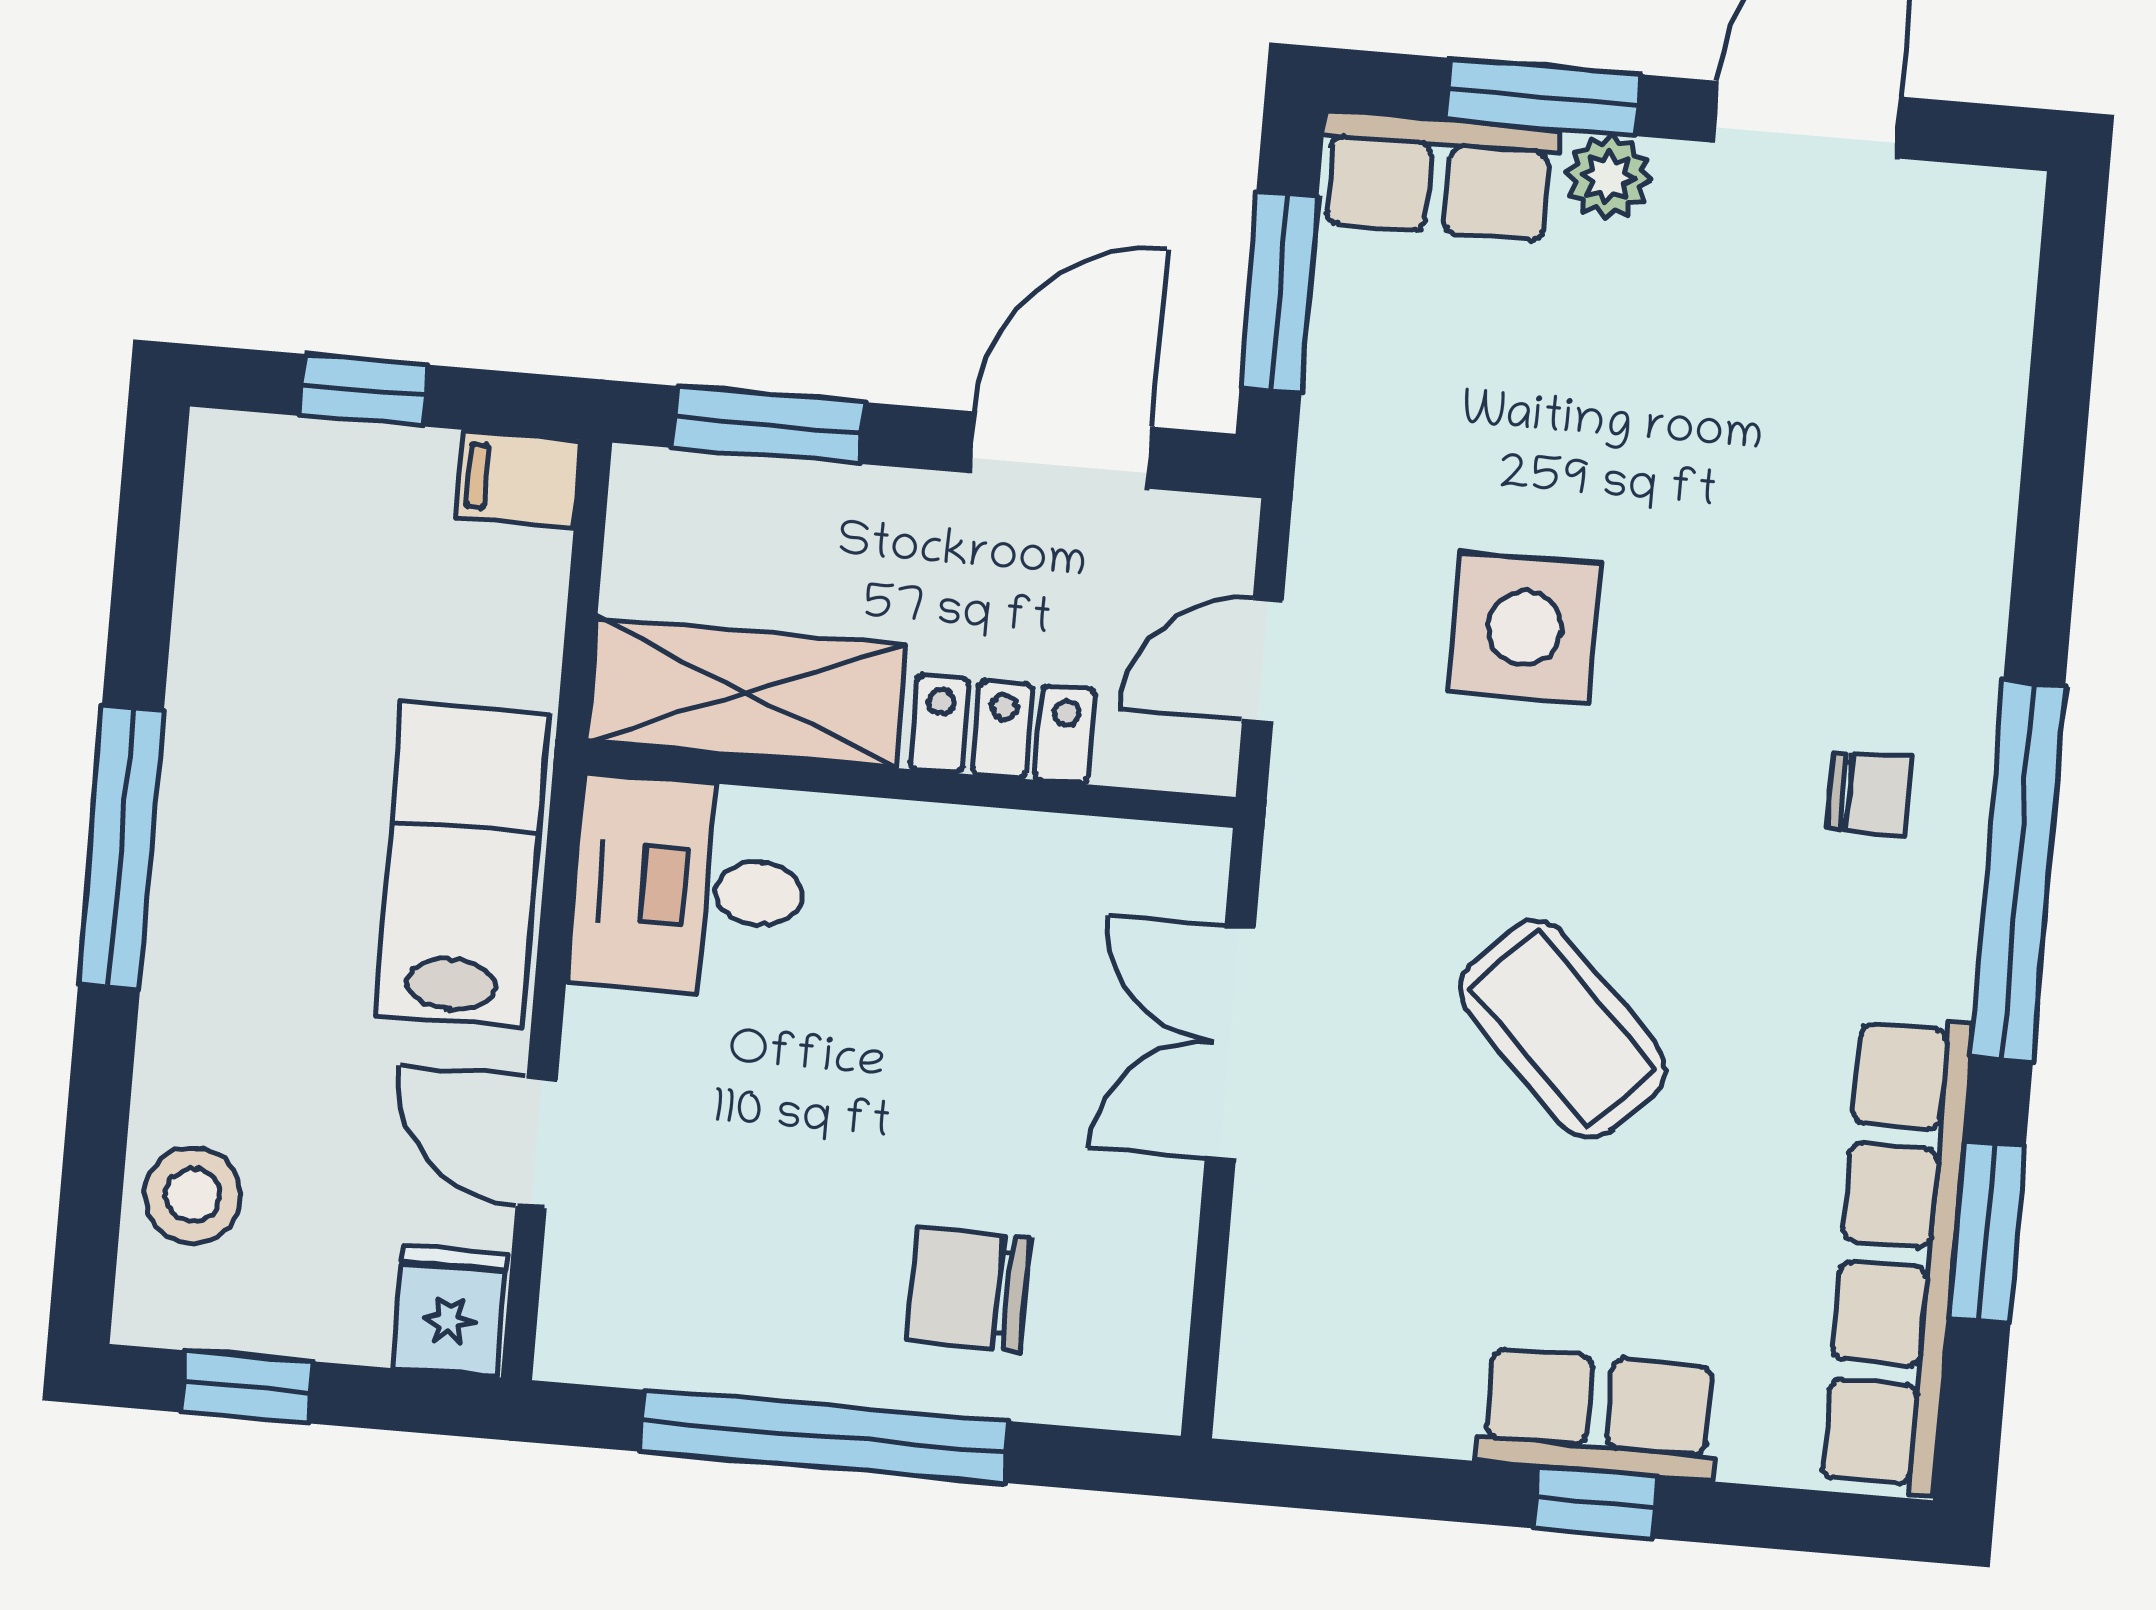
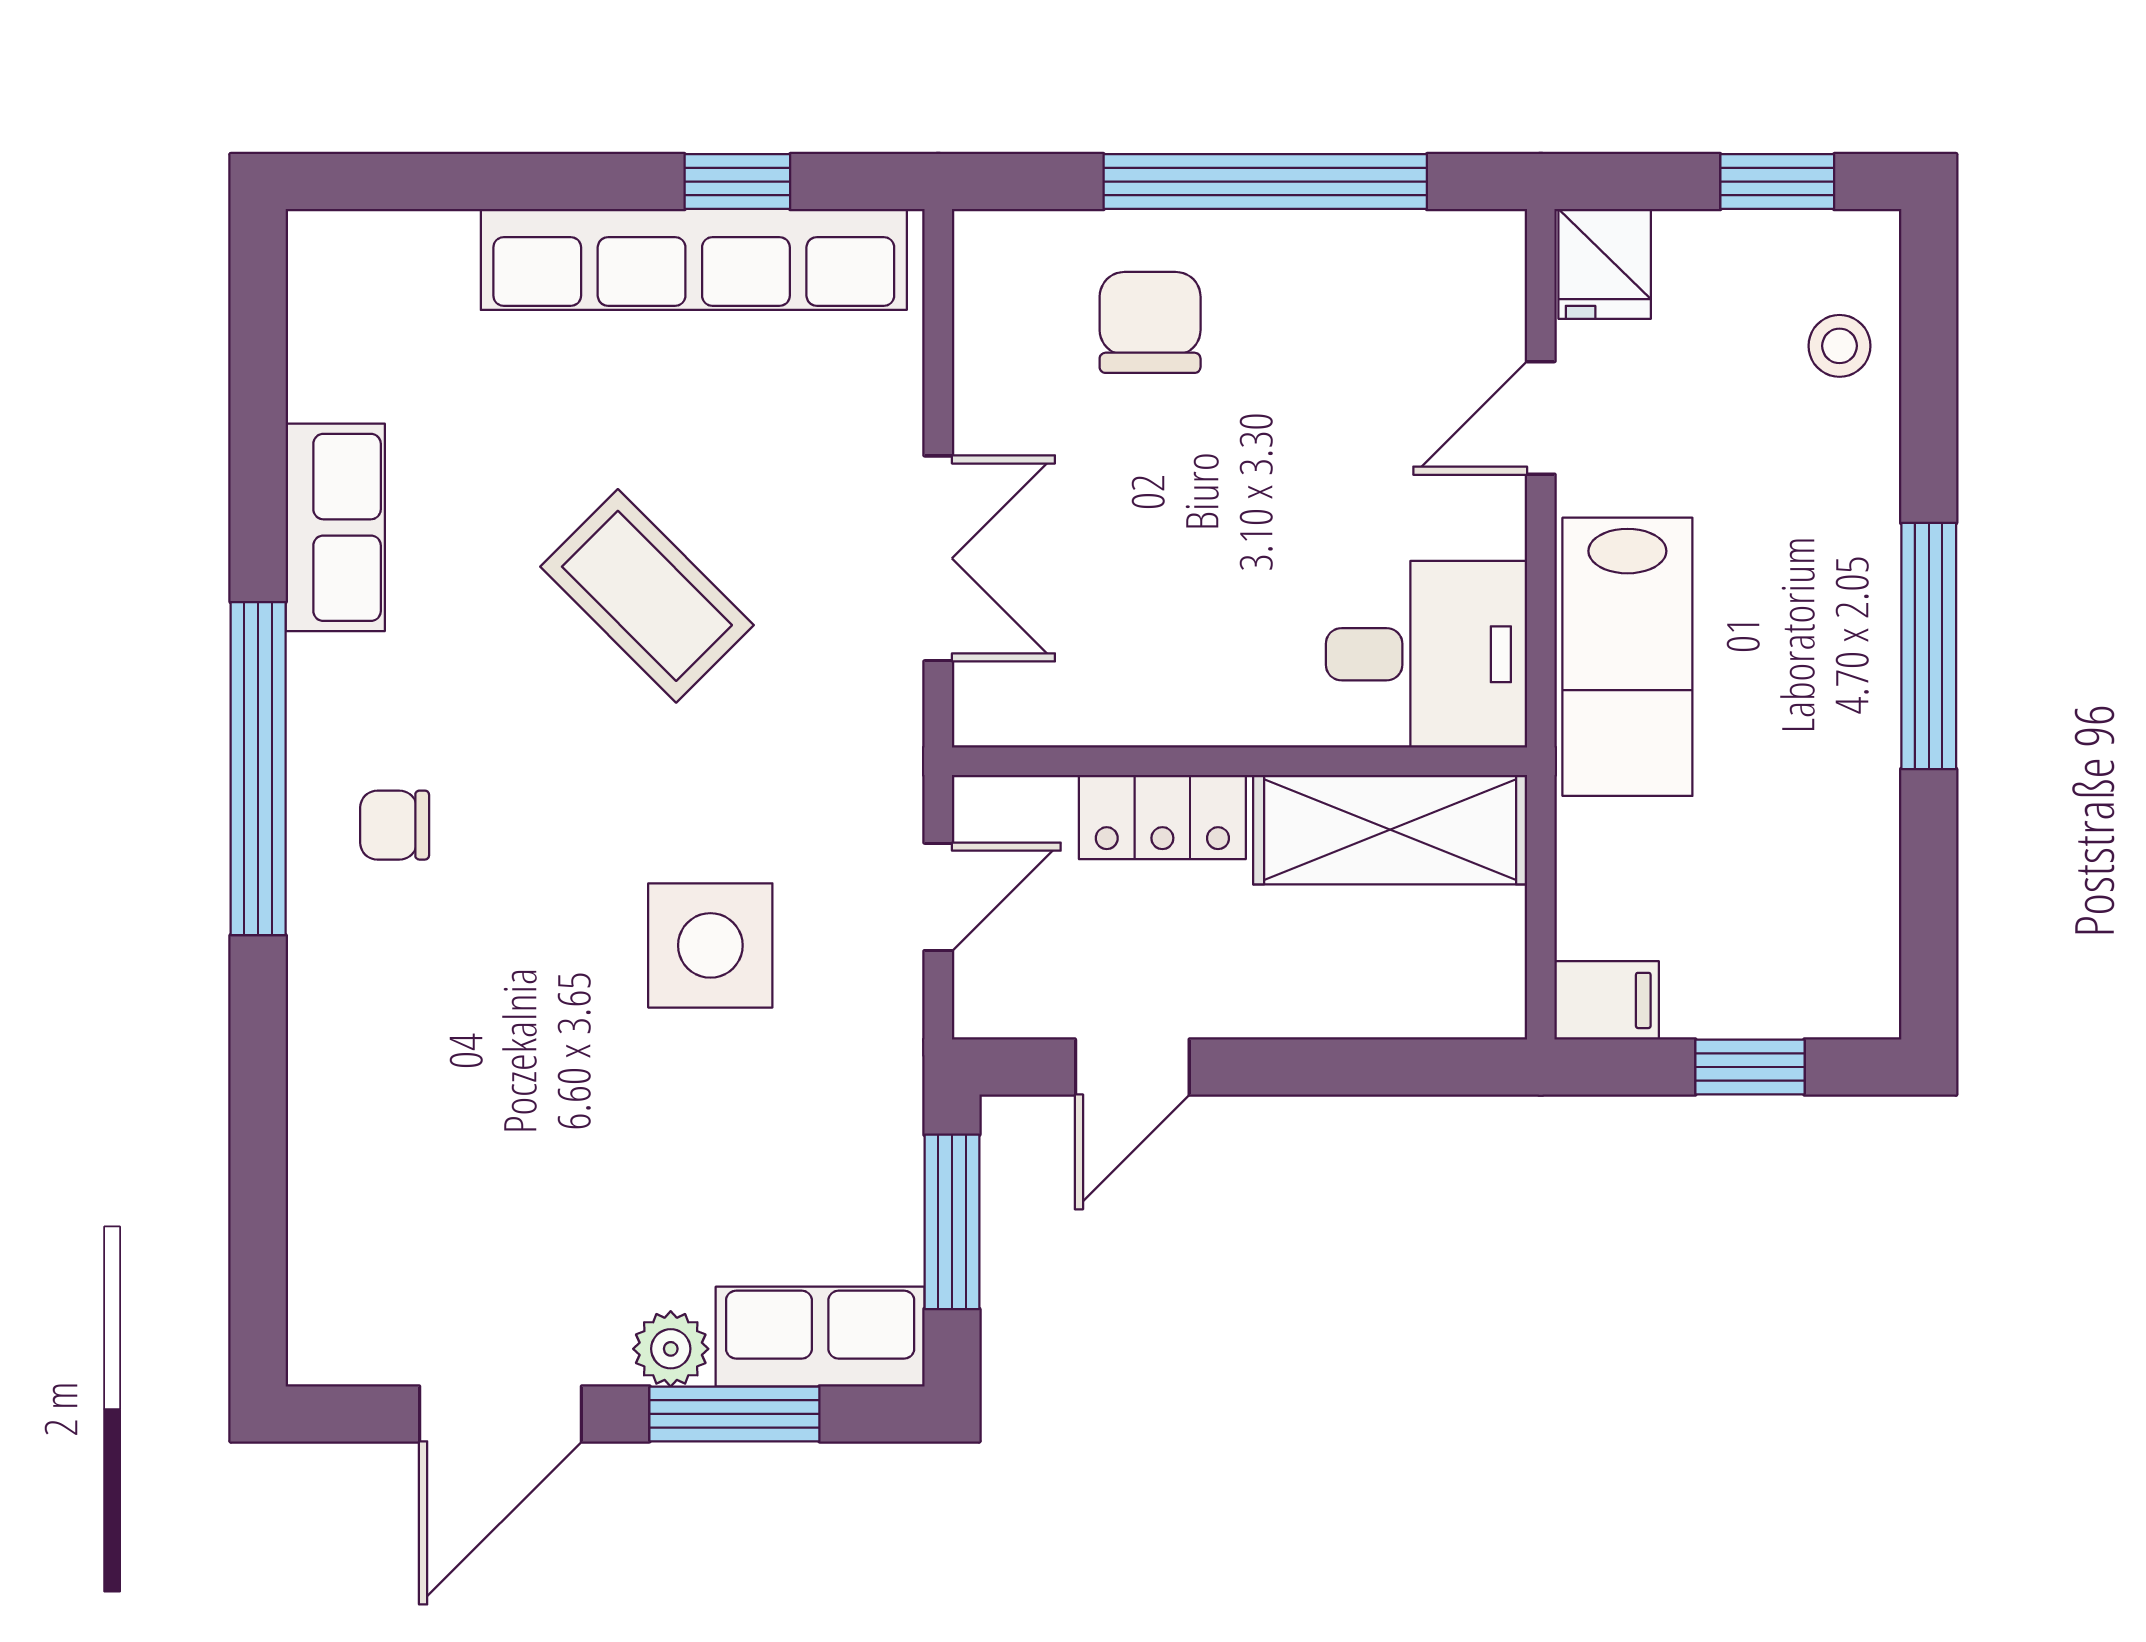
window: (768, 425) -> (1391, 1067), removed
door: (1060, 450) -> (1132, 1067), width x0.73
door: (537, 1143) -> (1541, 418), swing flipped
stool: (192, 1195) -> (1839, 346), width x0.73, depth x0.73
window: (1987, 1232) -> (258, 449), removed
row of seats: (1898, 1255) -> (335, 527), width x0.50
chair: (968, 1289) -> (1150, 322), turned -91
row of seats: (1598, 1414) -> (694, 259), width x2.02
window: (1595, 1502) -> (737, 182), moved

